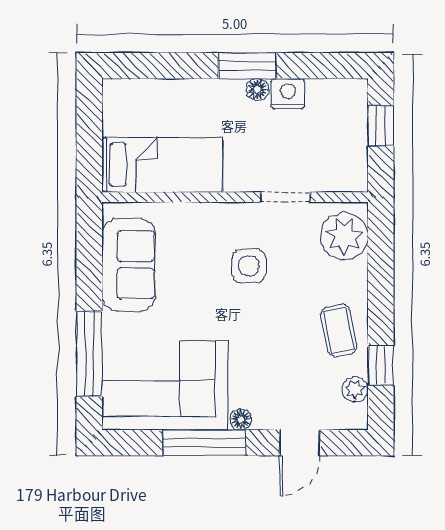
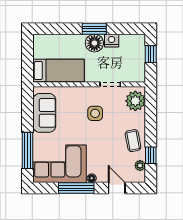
floor lamp: (257, 90) -> (94, 43), width x1.89, depth x1.89
door: (300, 443) -> (117, 188), swing flipped

